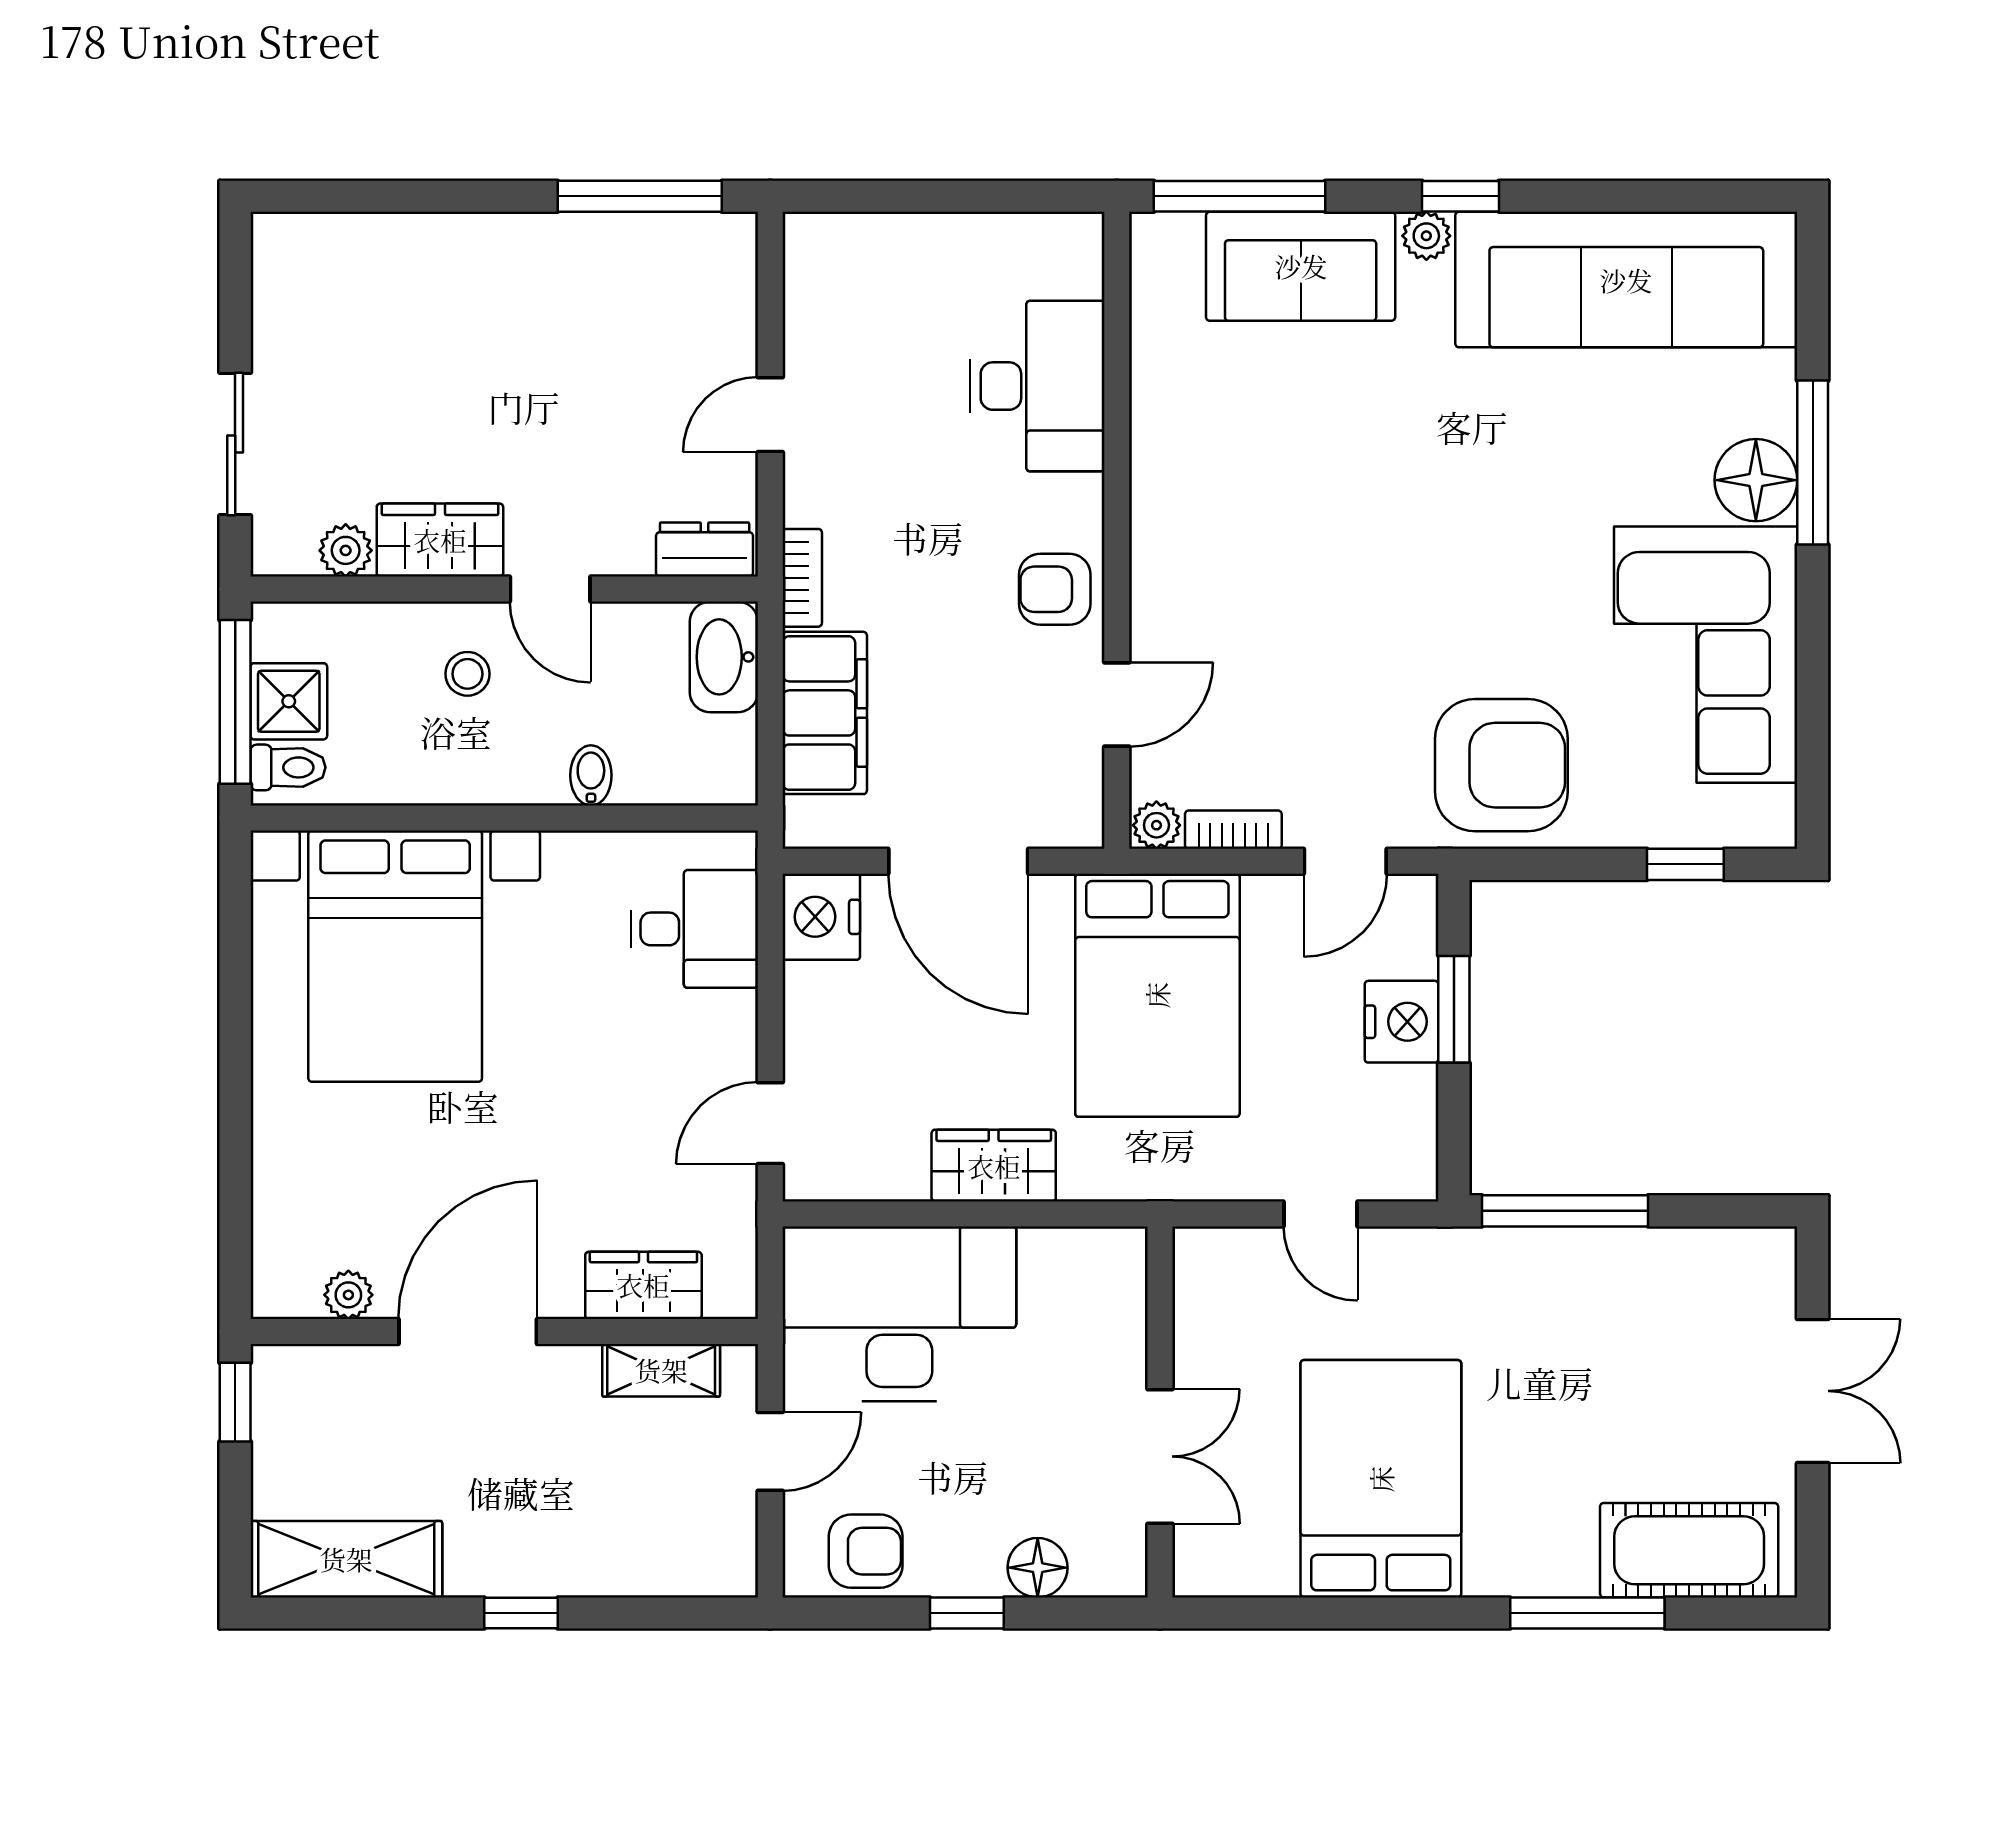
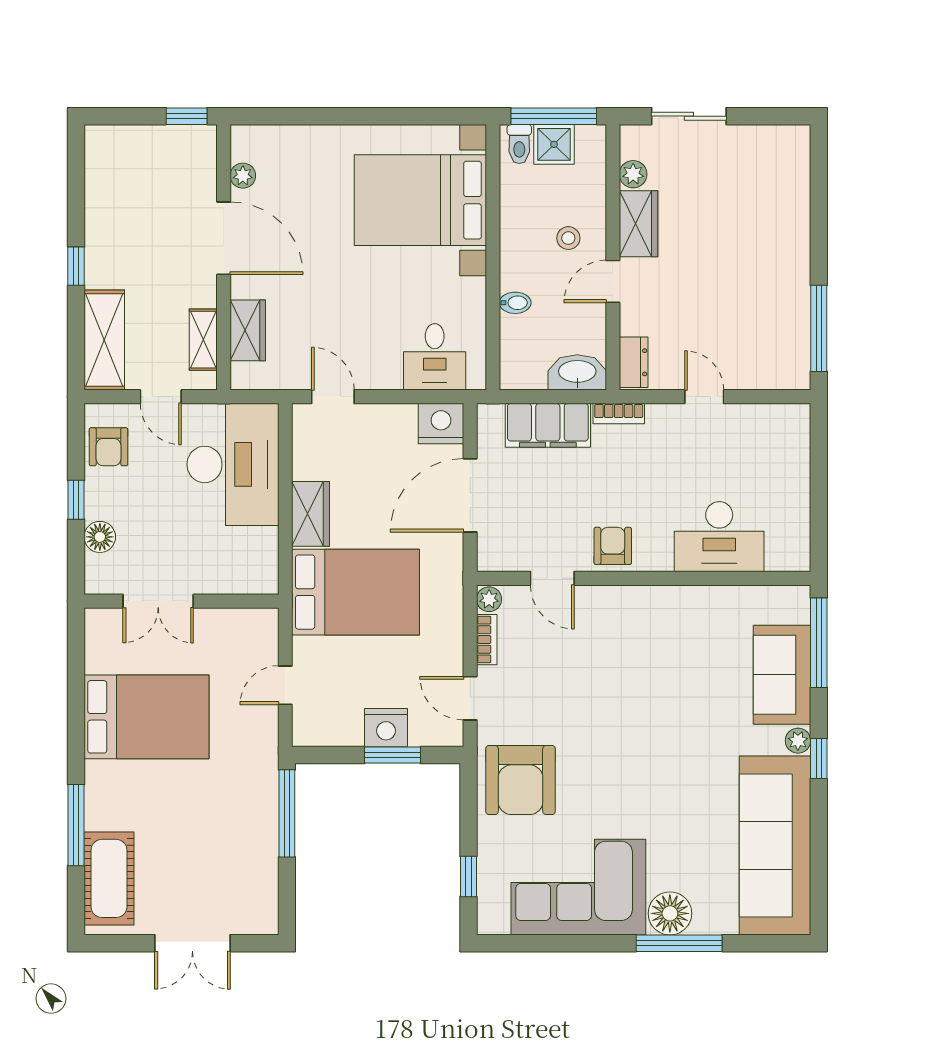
bed: (1157, 995) -> (356, 592), moved, turned 180
shelving: (346, 1559) -> (104, 340), moved

